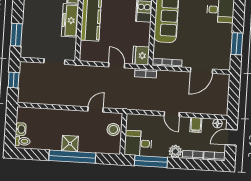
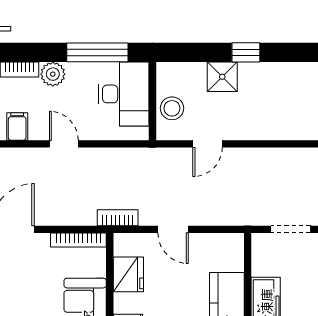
fridge: (141, 56) -> (128, 274), moved
desk: (138, 143) -> (124, 94), width x1.37
shower: (70, 144) -> (222, 77), moved
window: (72, 157) -> (246, 52), width x0.32

